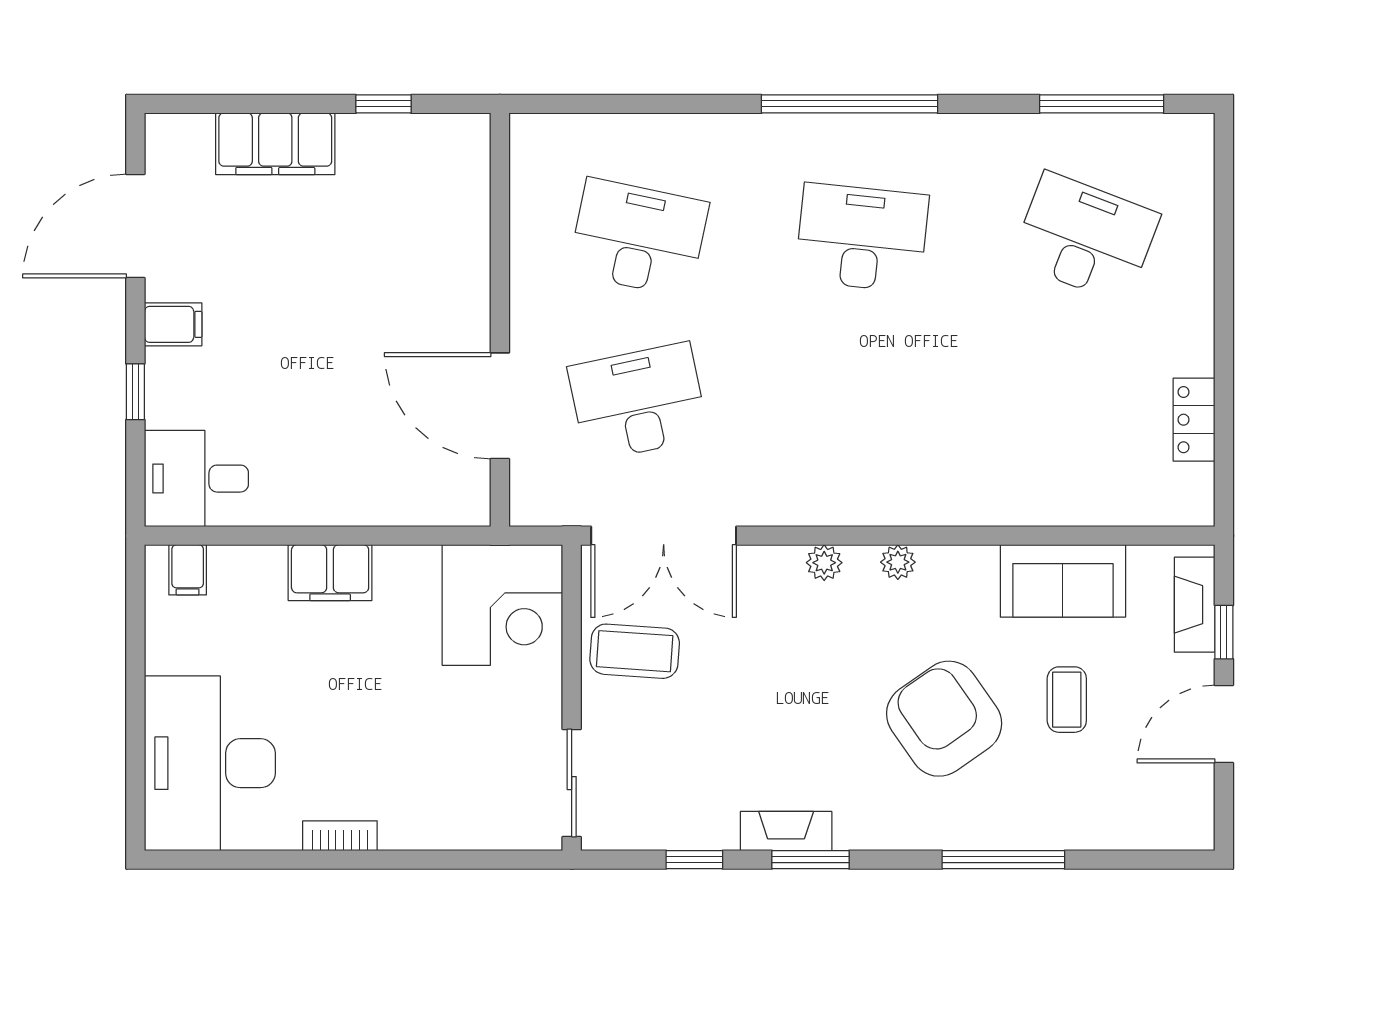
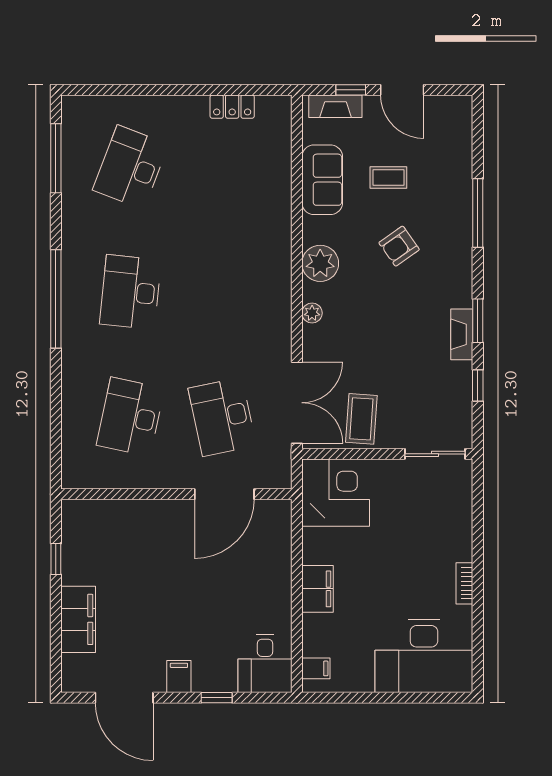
plant: (898, 562) -> (320, 263), width x1.88, depth x1.88
armchair: (944, 719) -> (399, 246), width x0.53, depth x0.53

